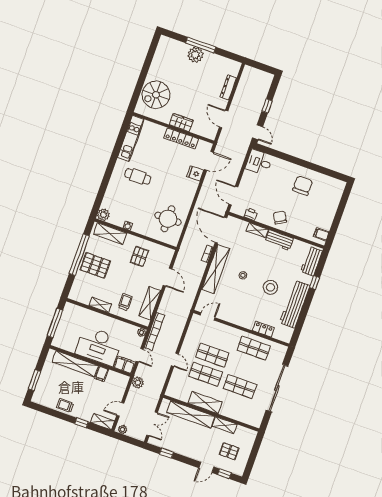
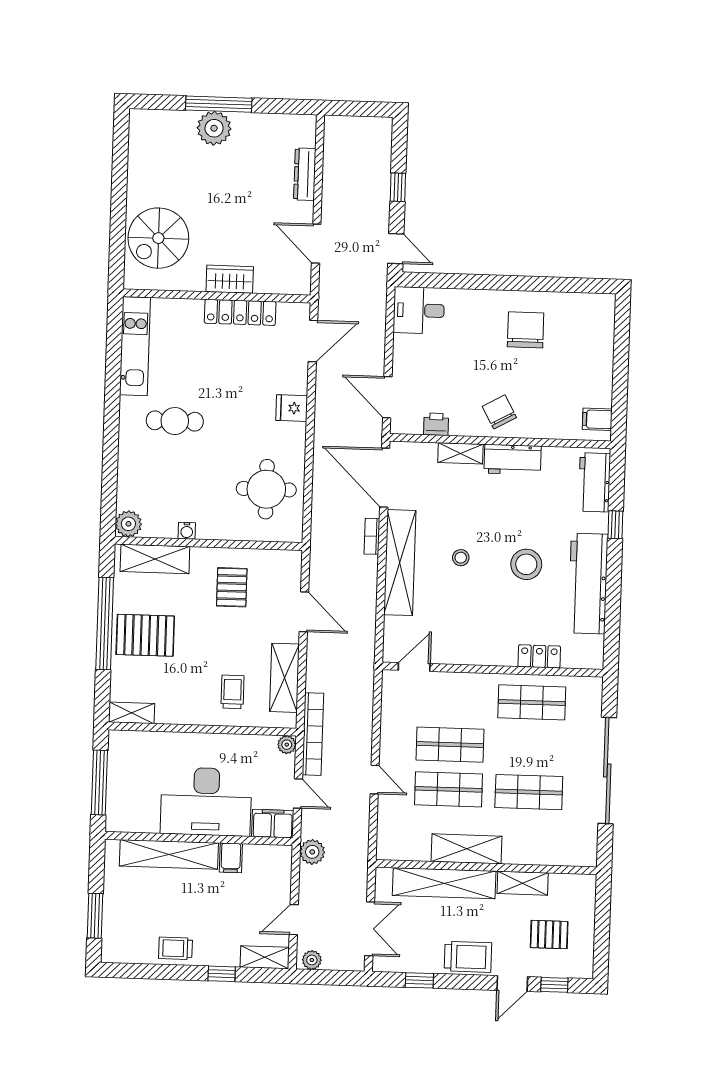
fridge: (195, 174) -> (292, 408), moved
shelving: (100, 305) -> (132, 713), moved
trolley: (191, 450) -> (468, 957), added

